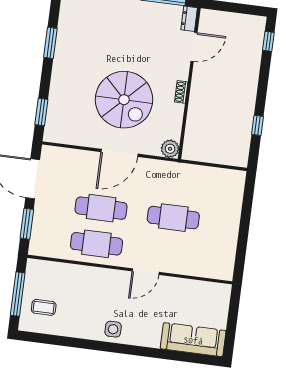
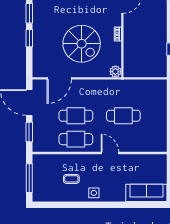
window: (41, 112) -> (29, 38), moved
door: (119, 153) -> (59, 78), moved
door: (146, 272) -> (110, 153), swing flipped
coffee table: (44, 307) -> (71, 179), moved

